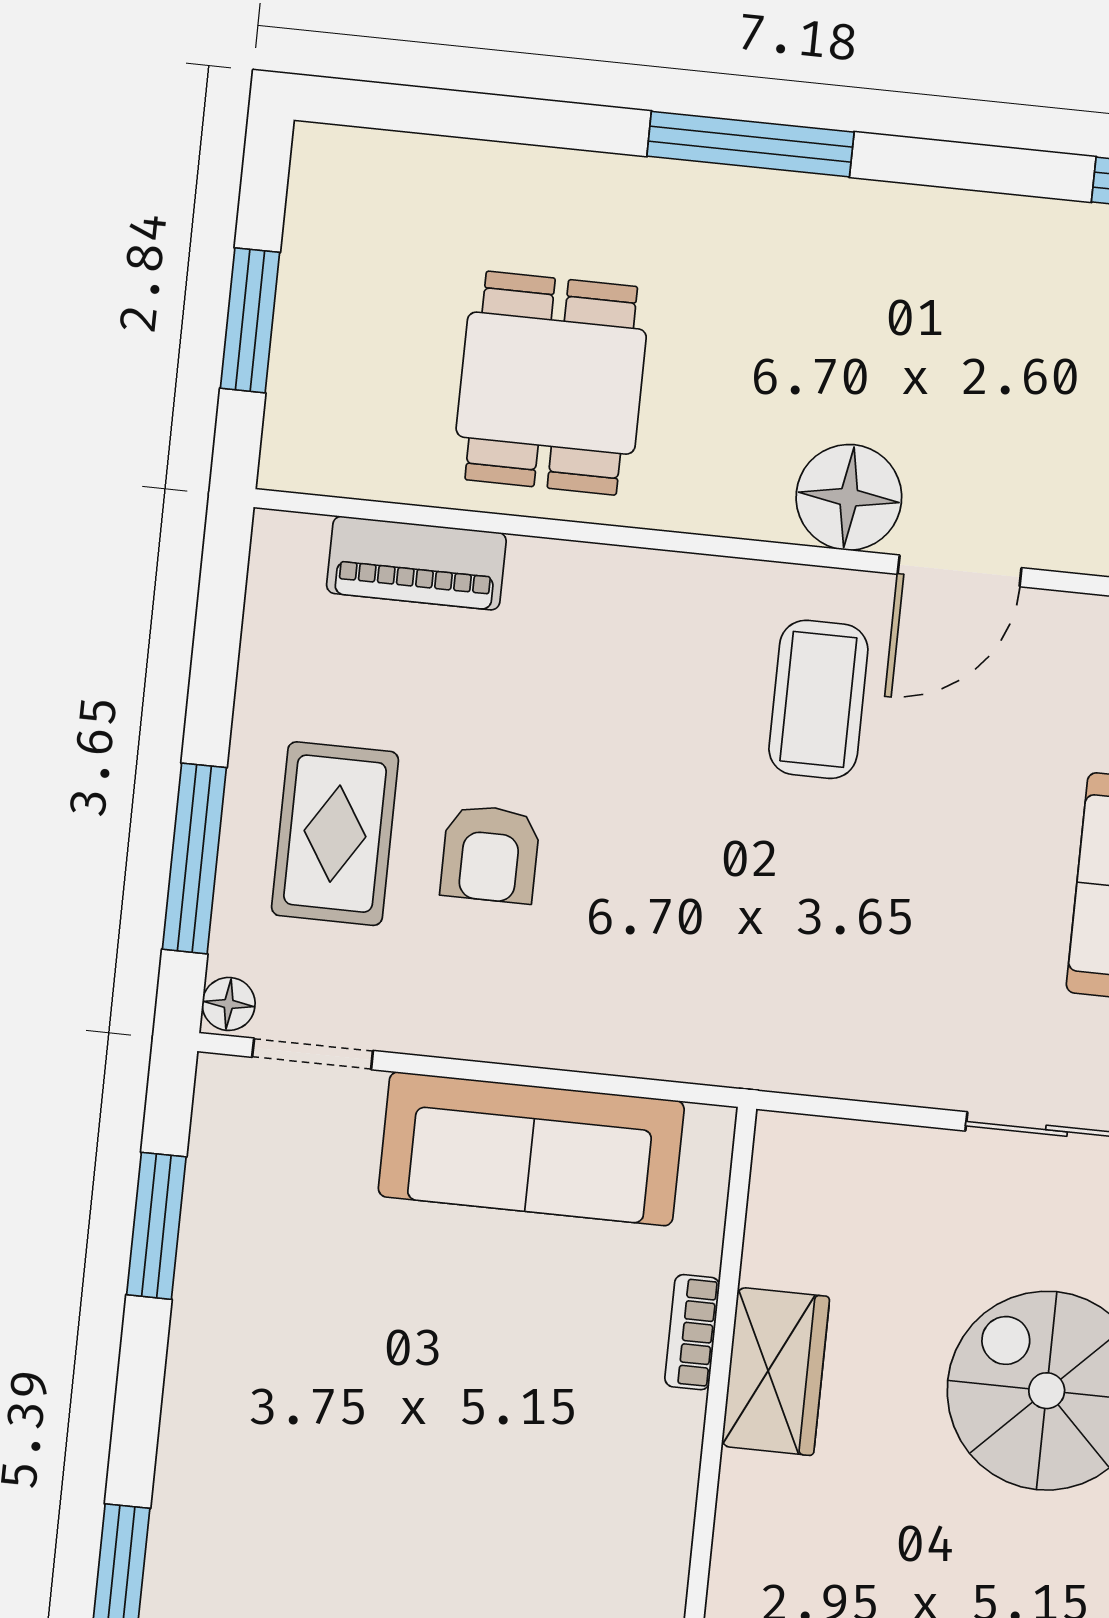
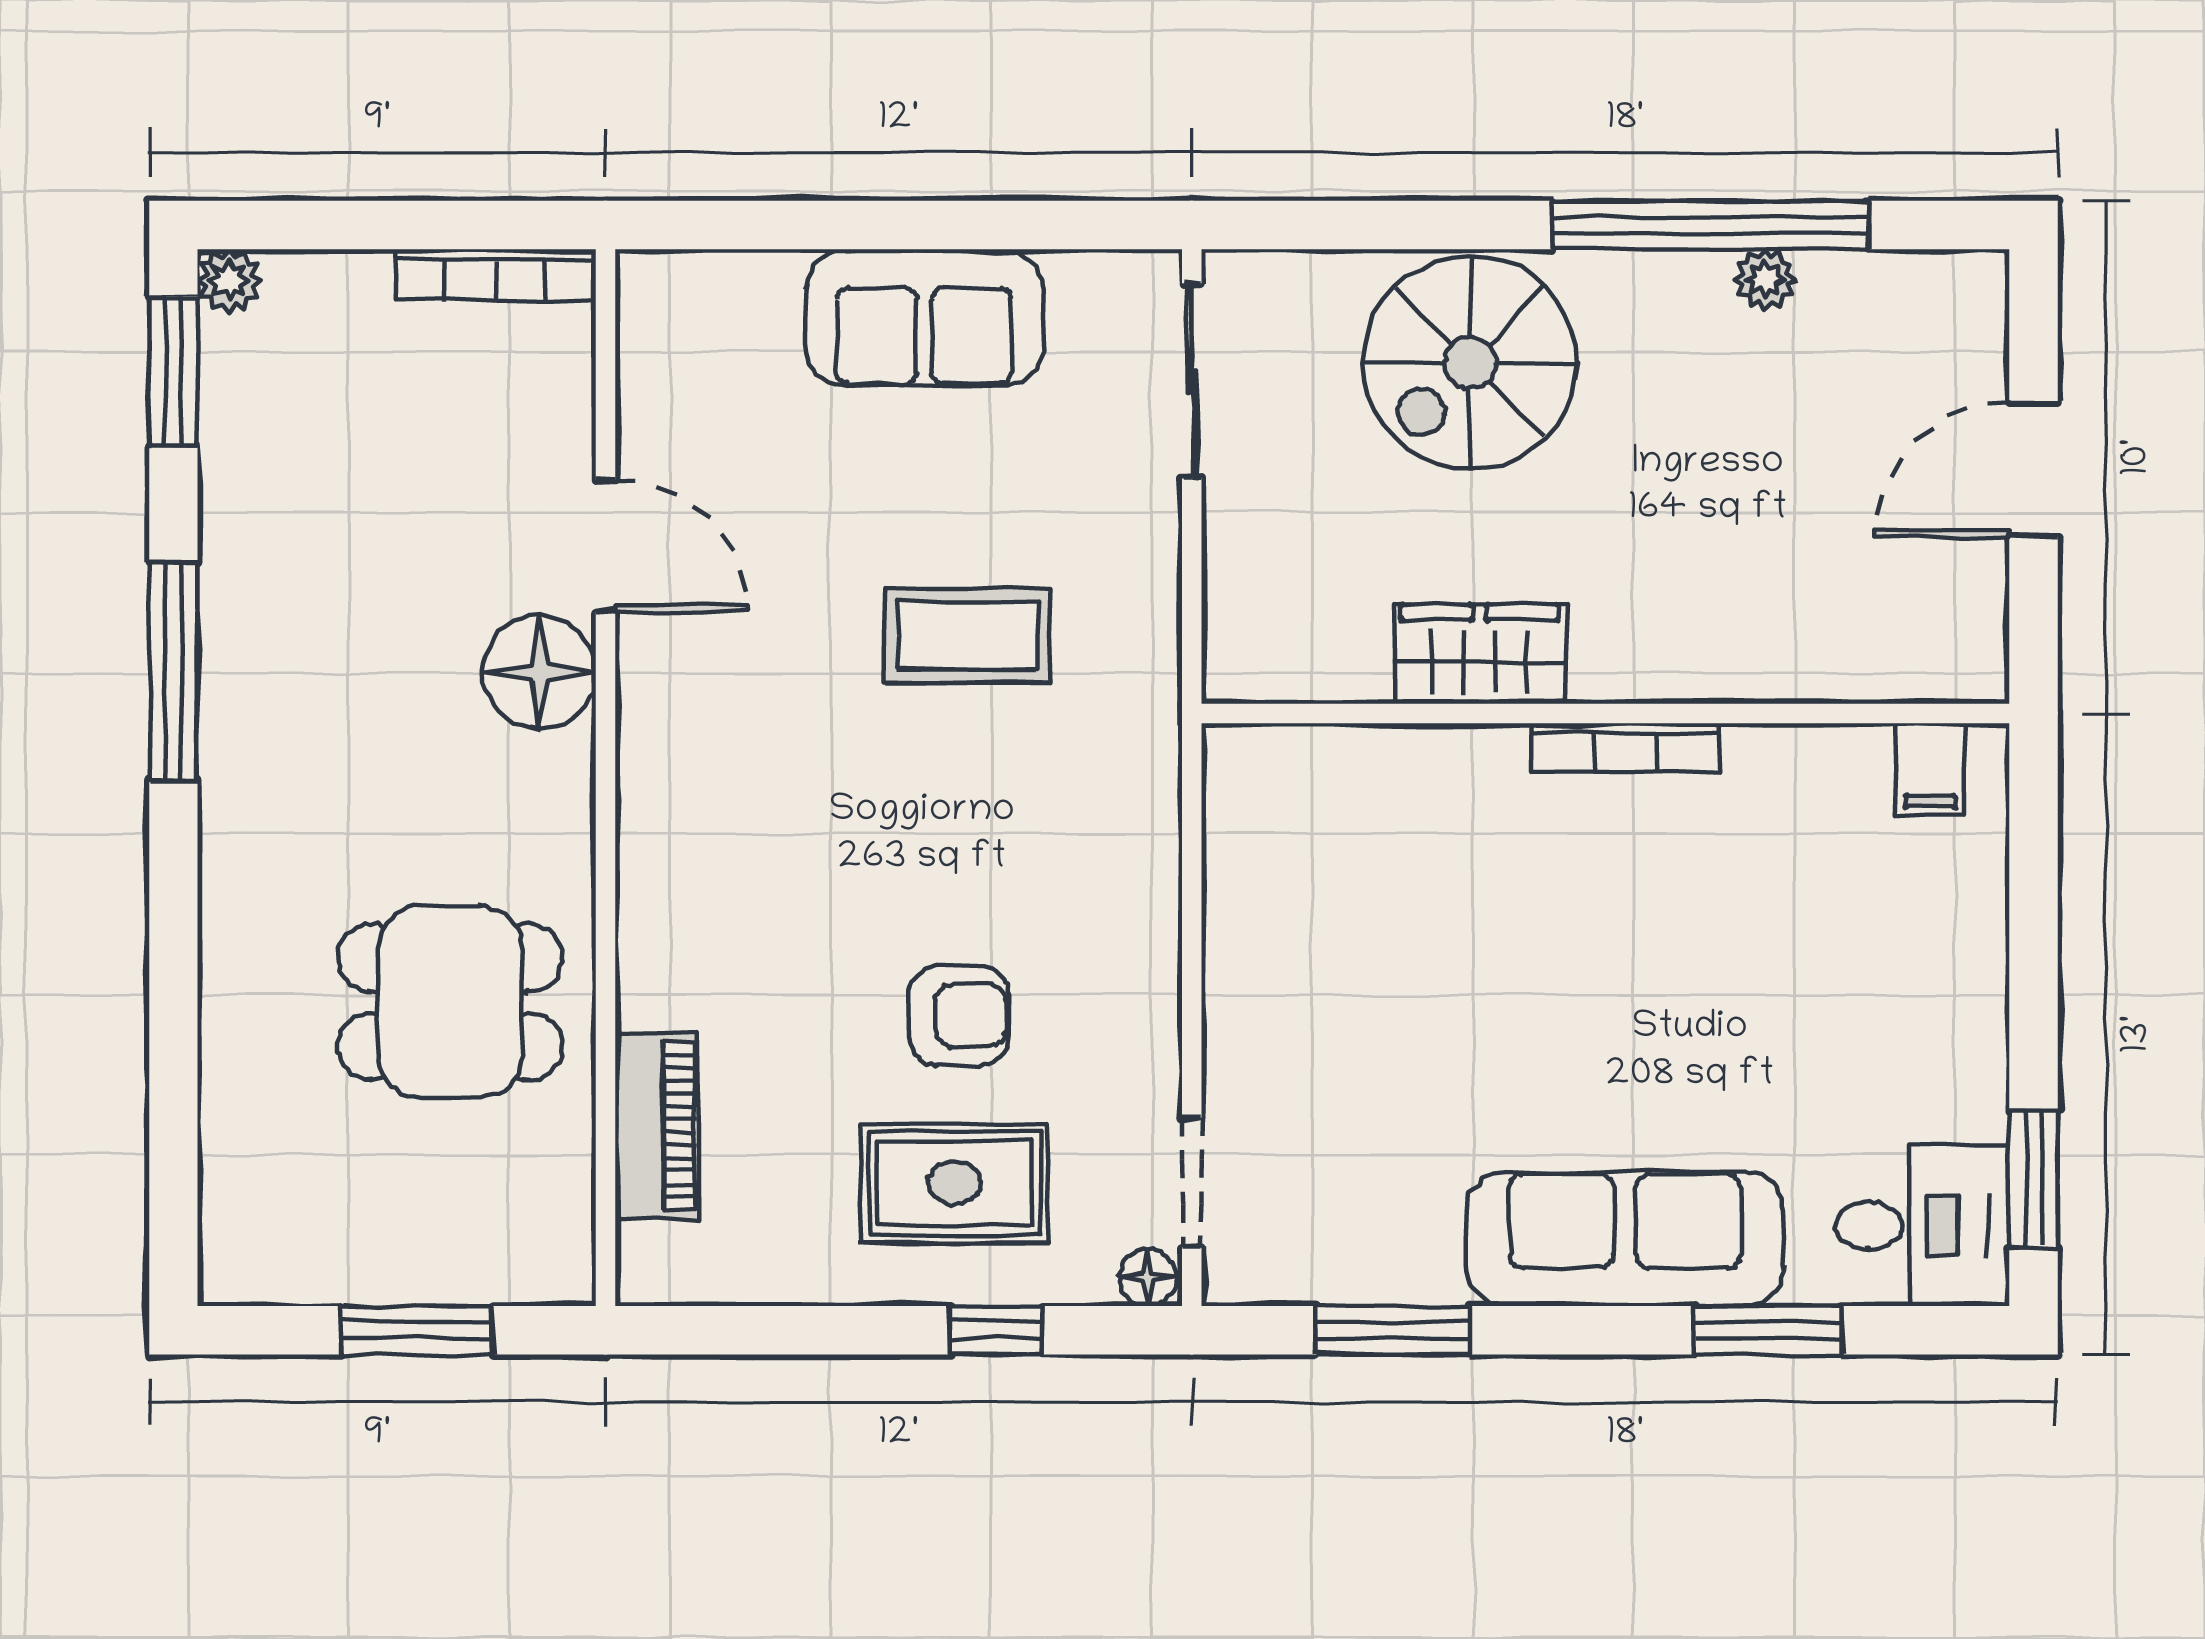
window: (750, 144) -> (173, 671), moved
coffee table: (818, 699) -> (967, 636), moved
window: (194, 858) -> (996, 1330), width x0.46
sofa: (531, 1149) -> (1625, 1239), moved, turned -90
bookcase: (692, 1332) -> (1626, 747), moved, width x1.56

